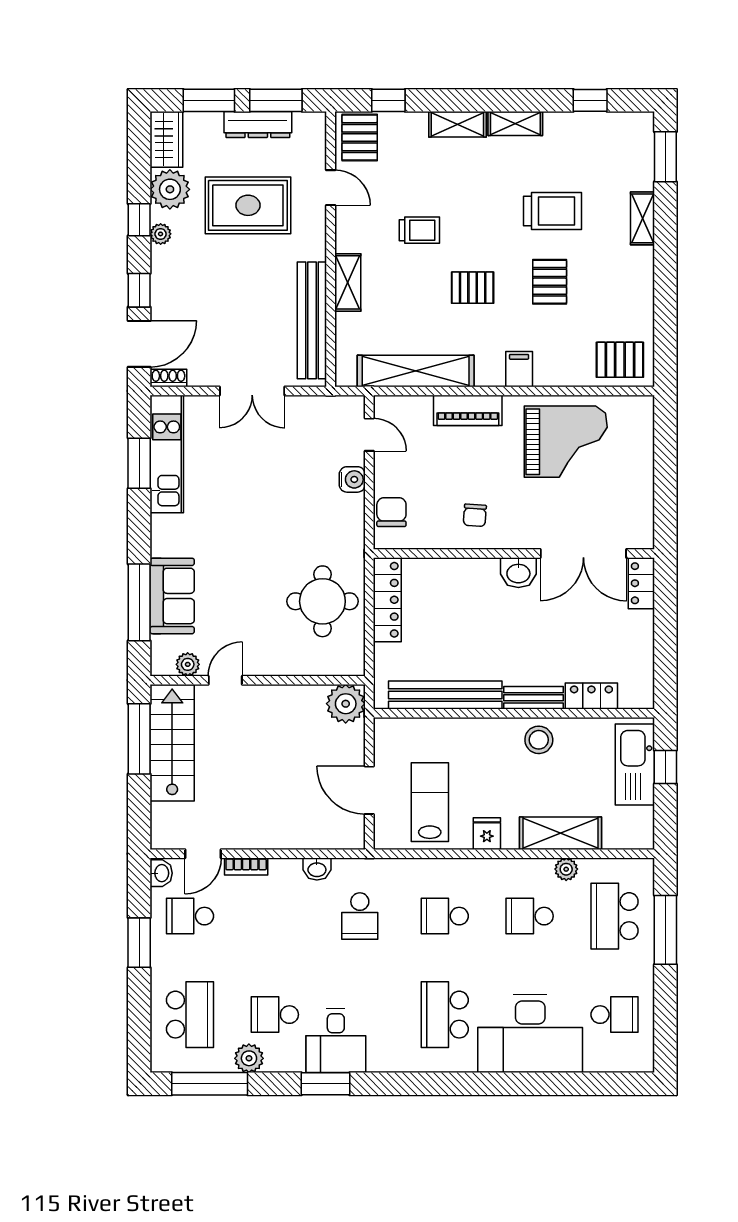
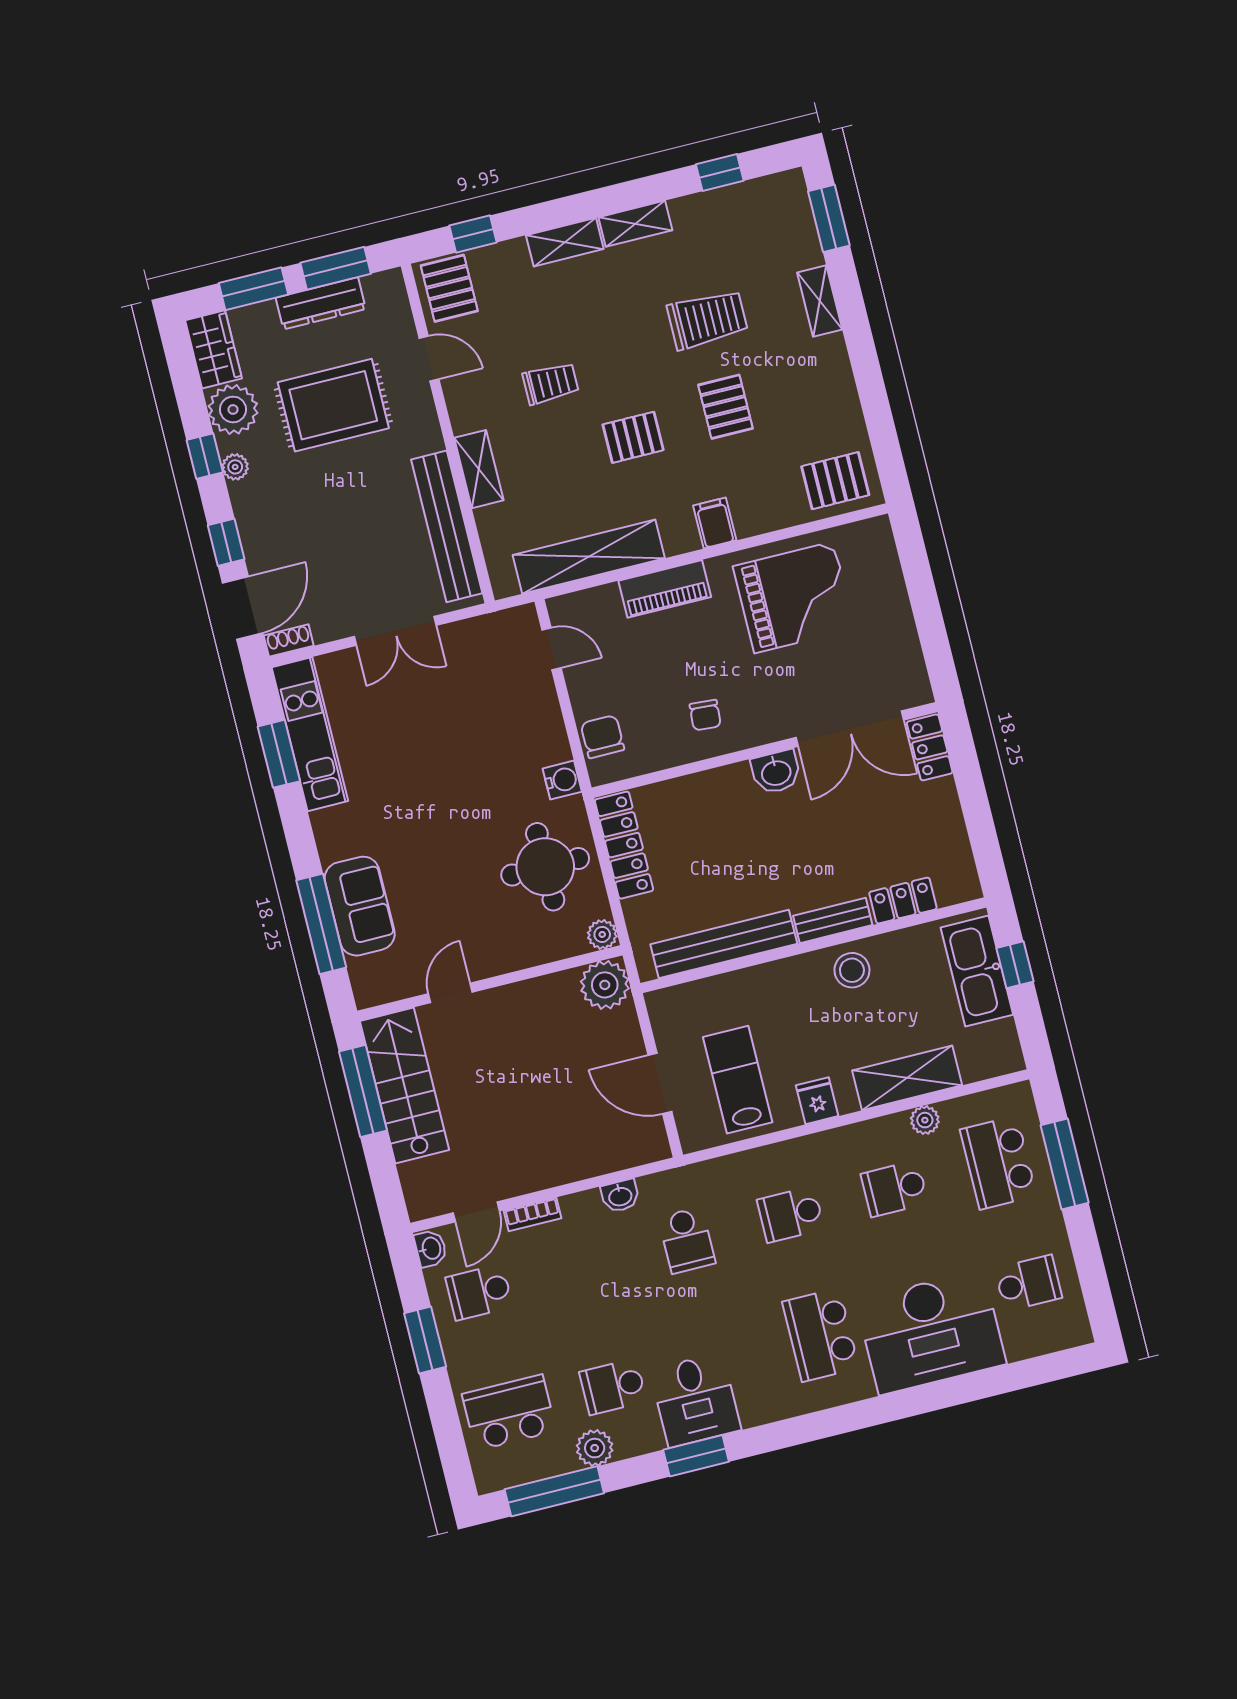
water cooler: (352, 479) -> (562, 780), moved
plant: (188, 664) -> (602, 934), moved
school desk: (190, 1015) -> (509, 1413), turned -90

